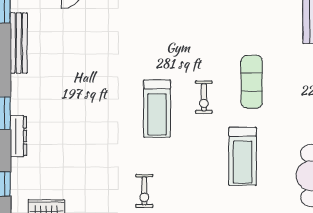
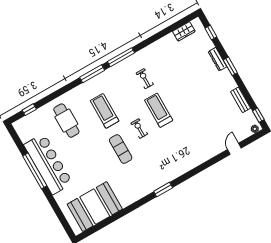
bench: (19, 43) -> (241, 100), width x0.73
exercise bike: (144, 191) -> (145, 79), moved

